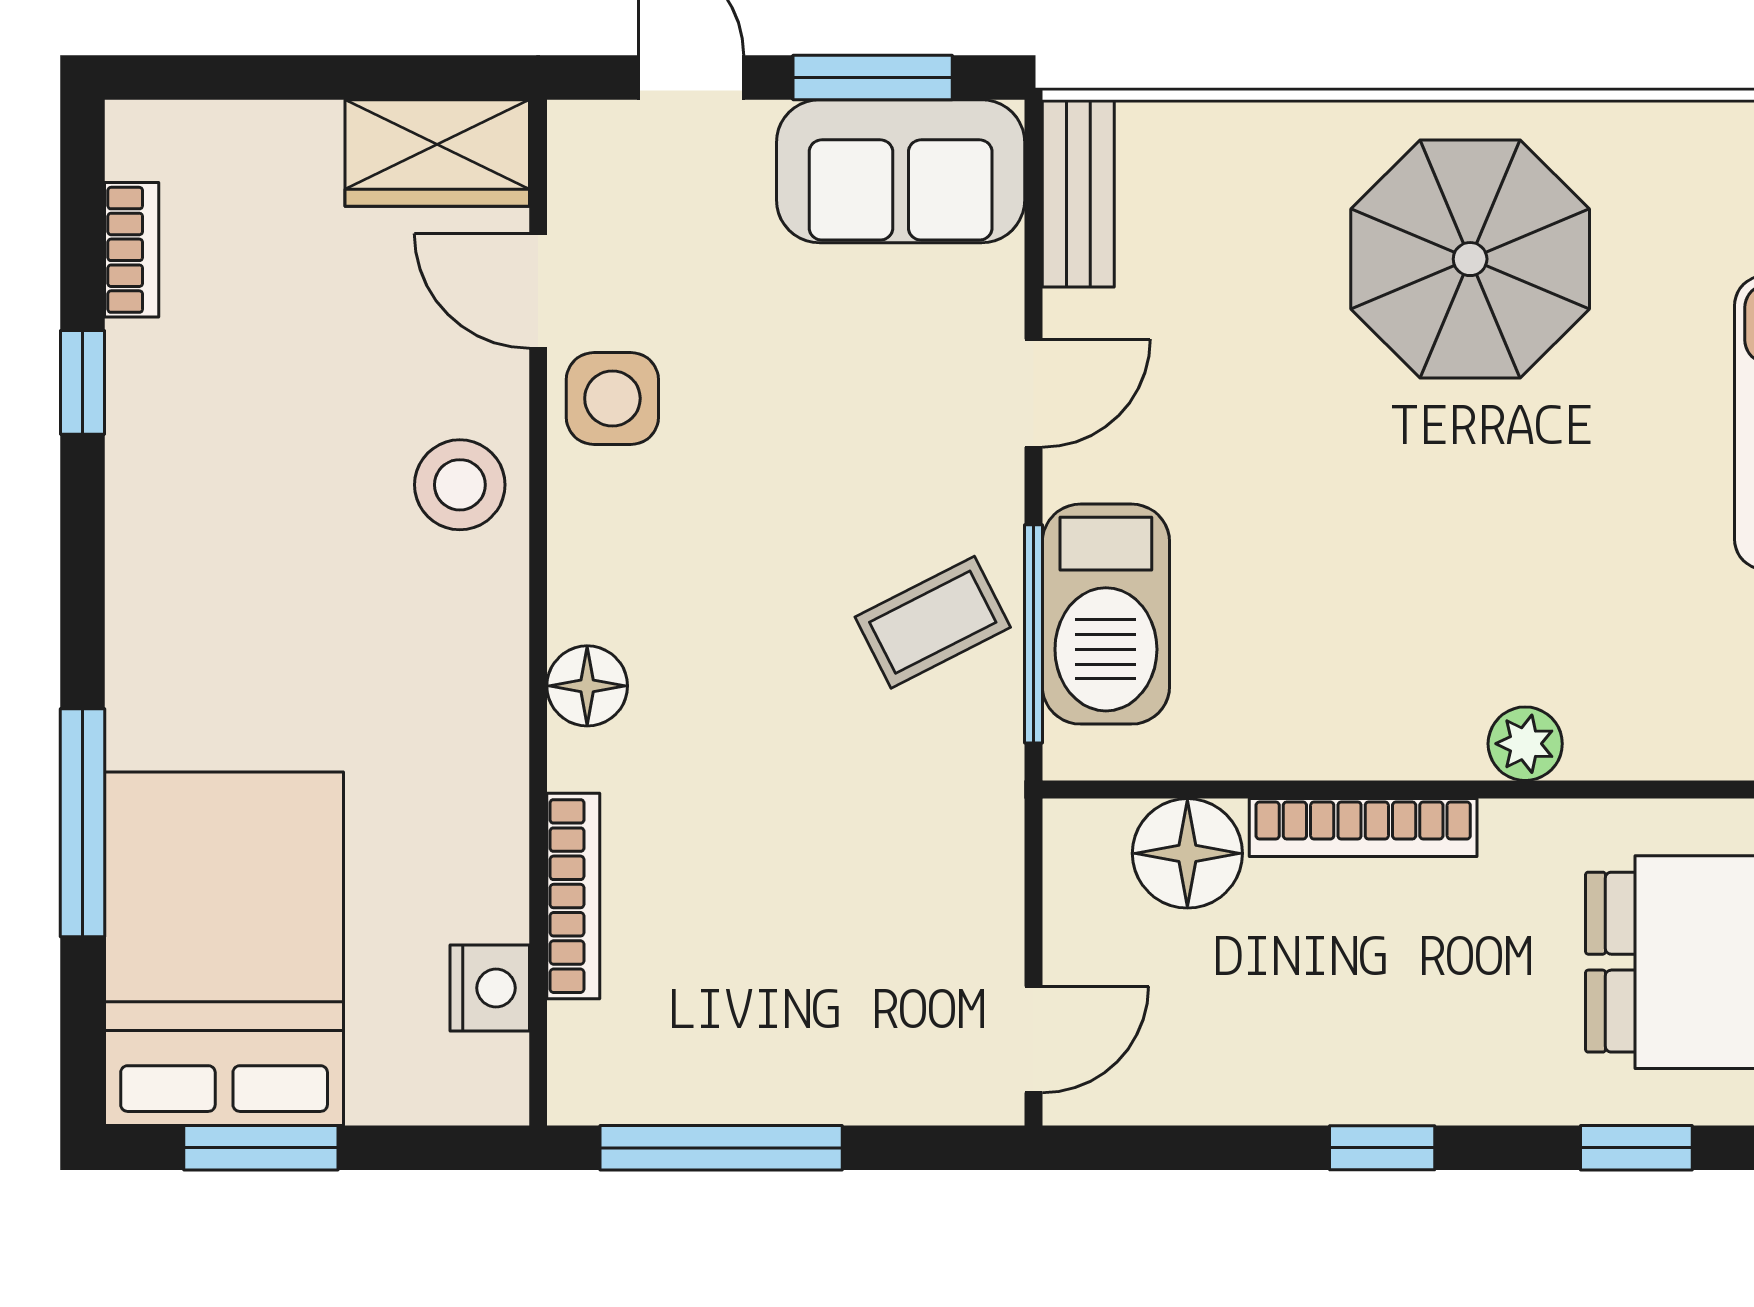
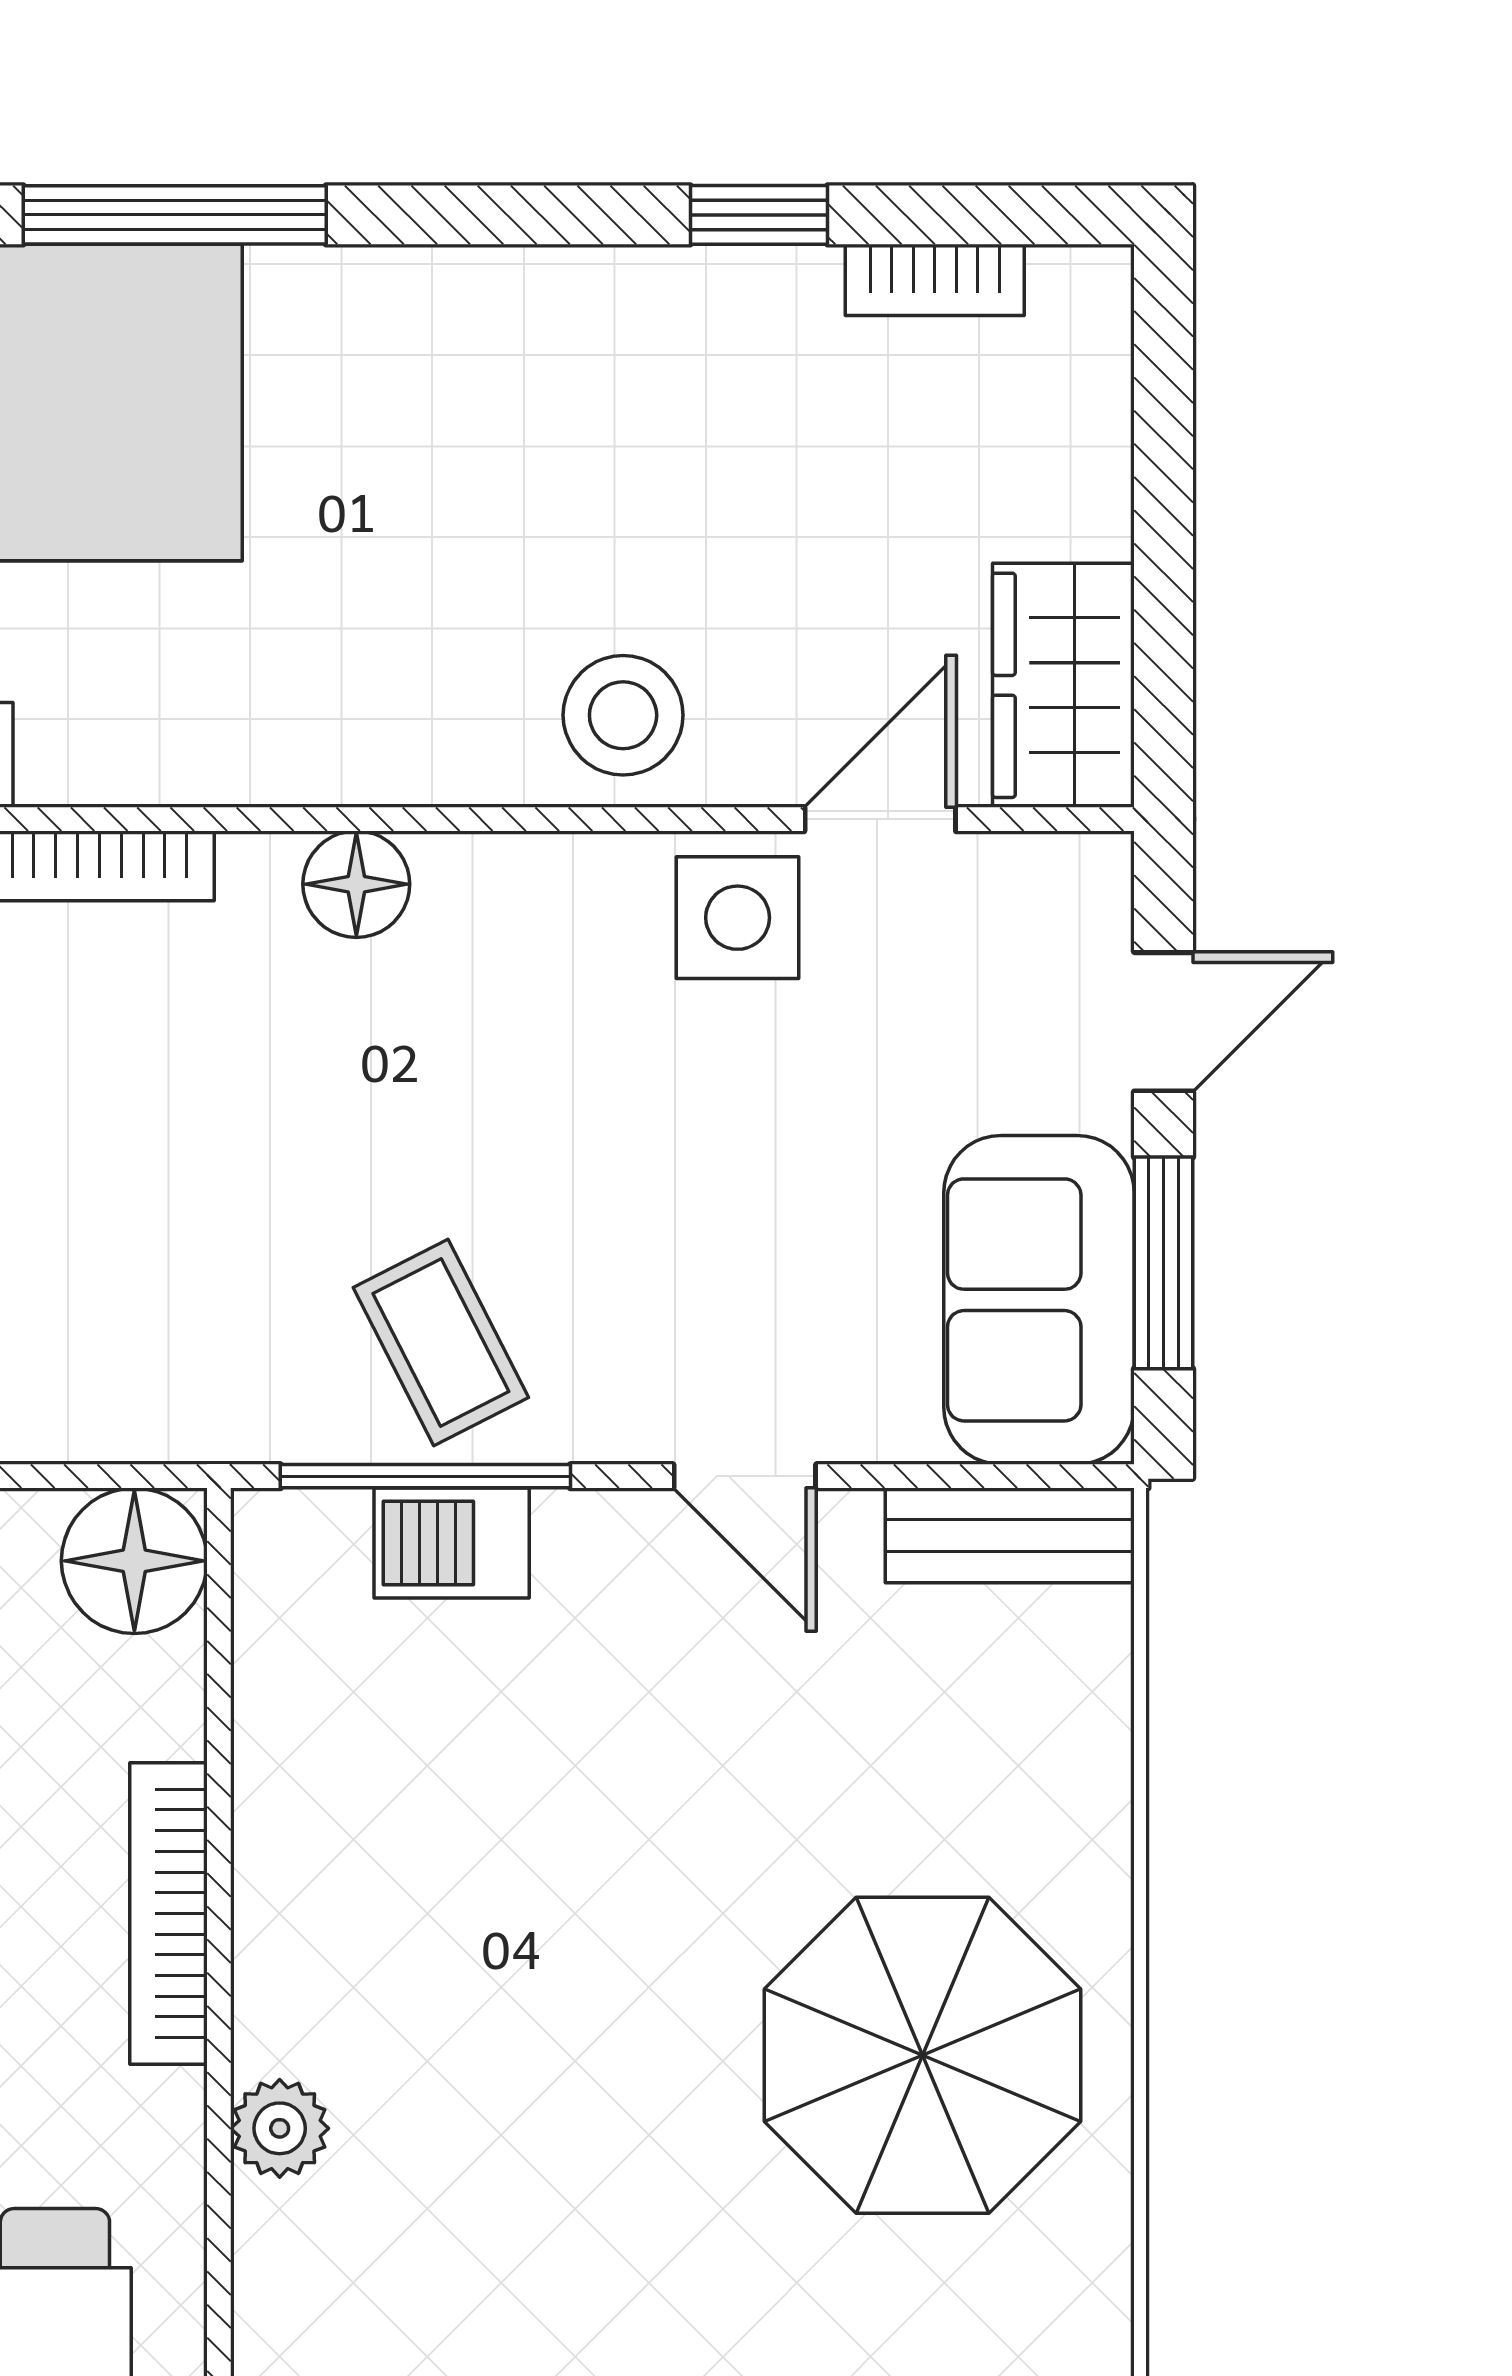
barbecue: (1106, 614) -> (452, 1543), width x0.53, depth x0.65
floor lamp: (1187, 853) -> (134, 1561), moved

